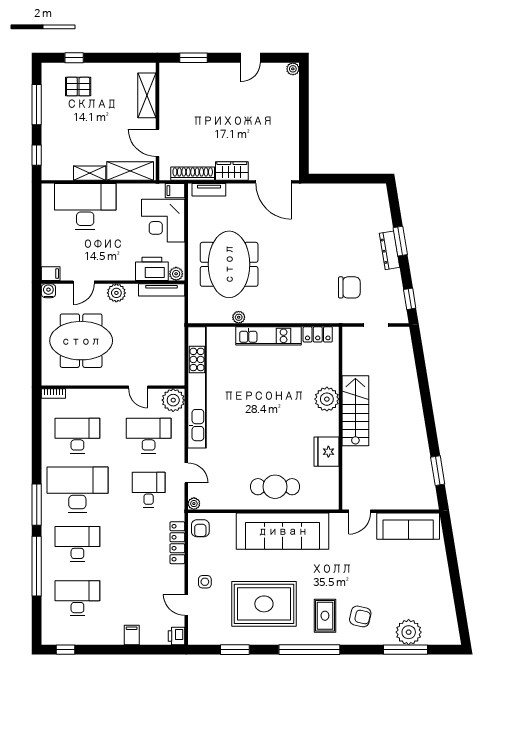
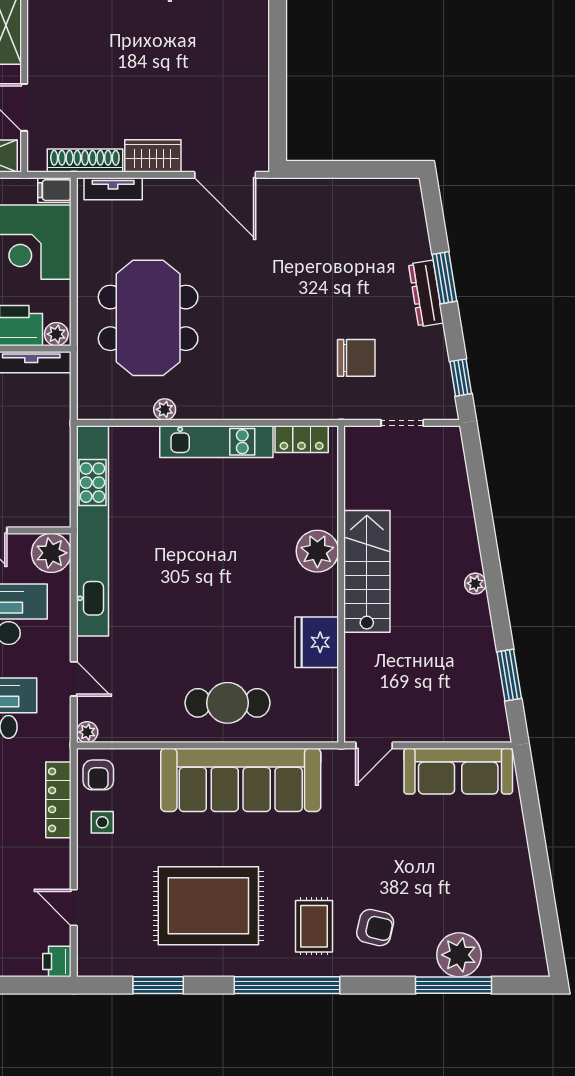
plant: (418, 418) -> (475, 584), added
side table: (205, 582) -> (102, 822), moved

